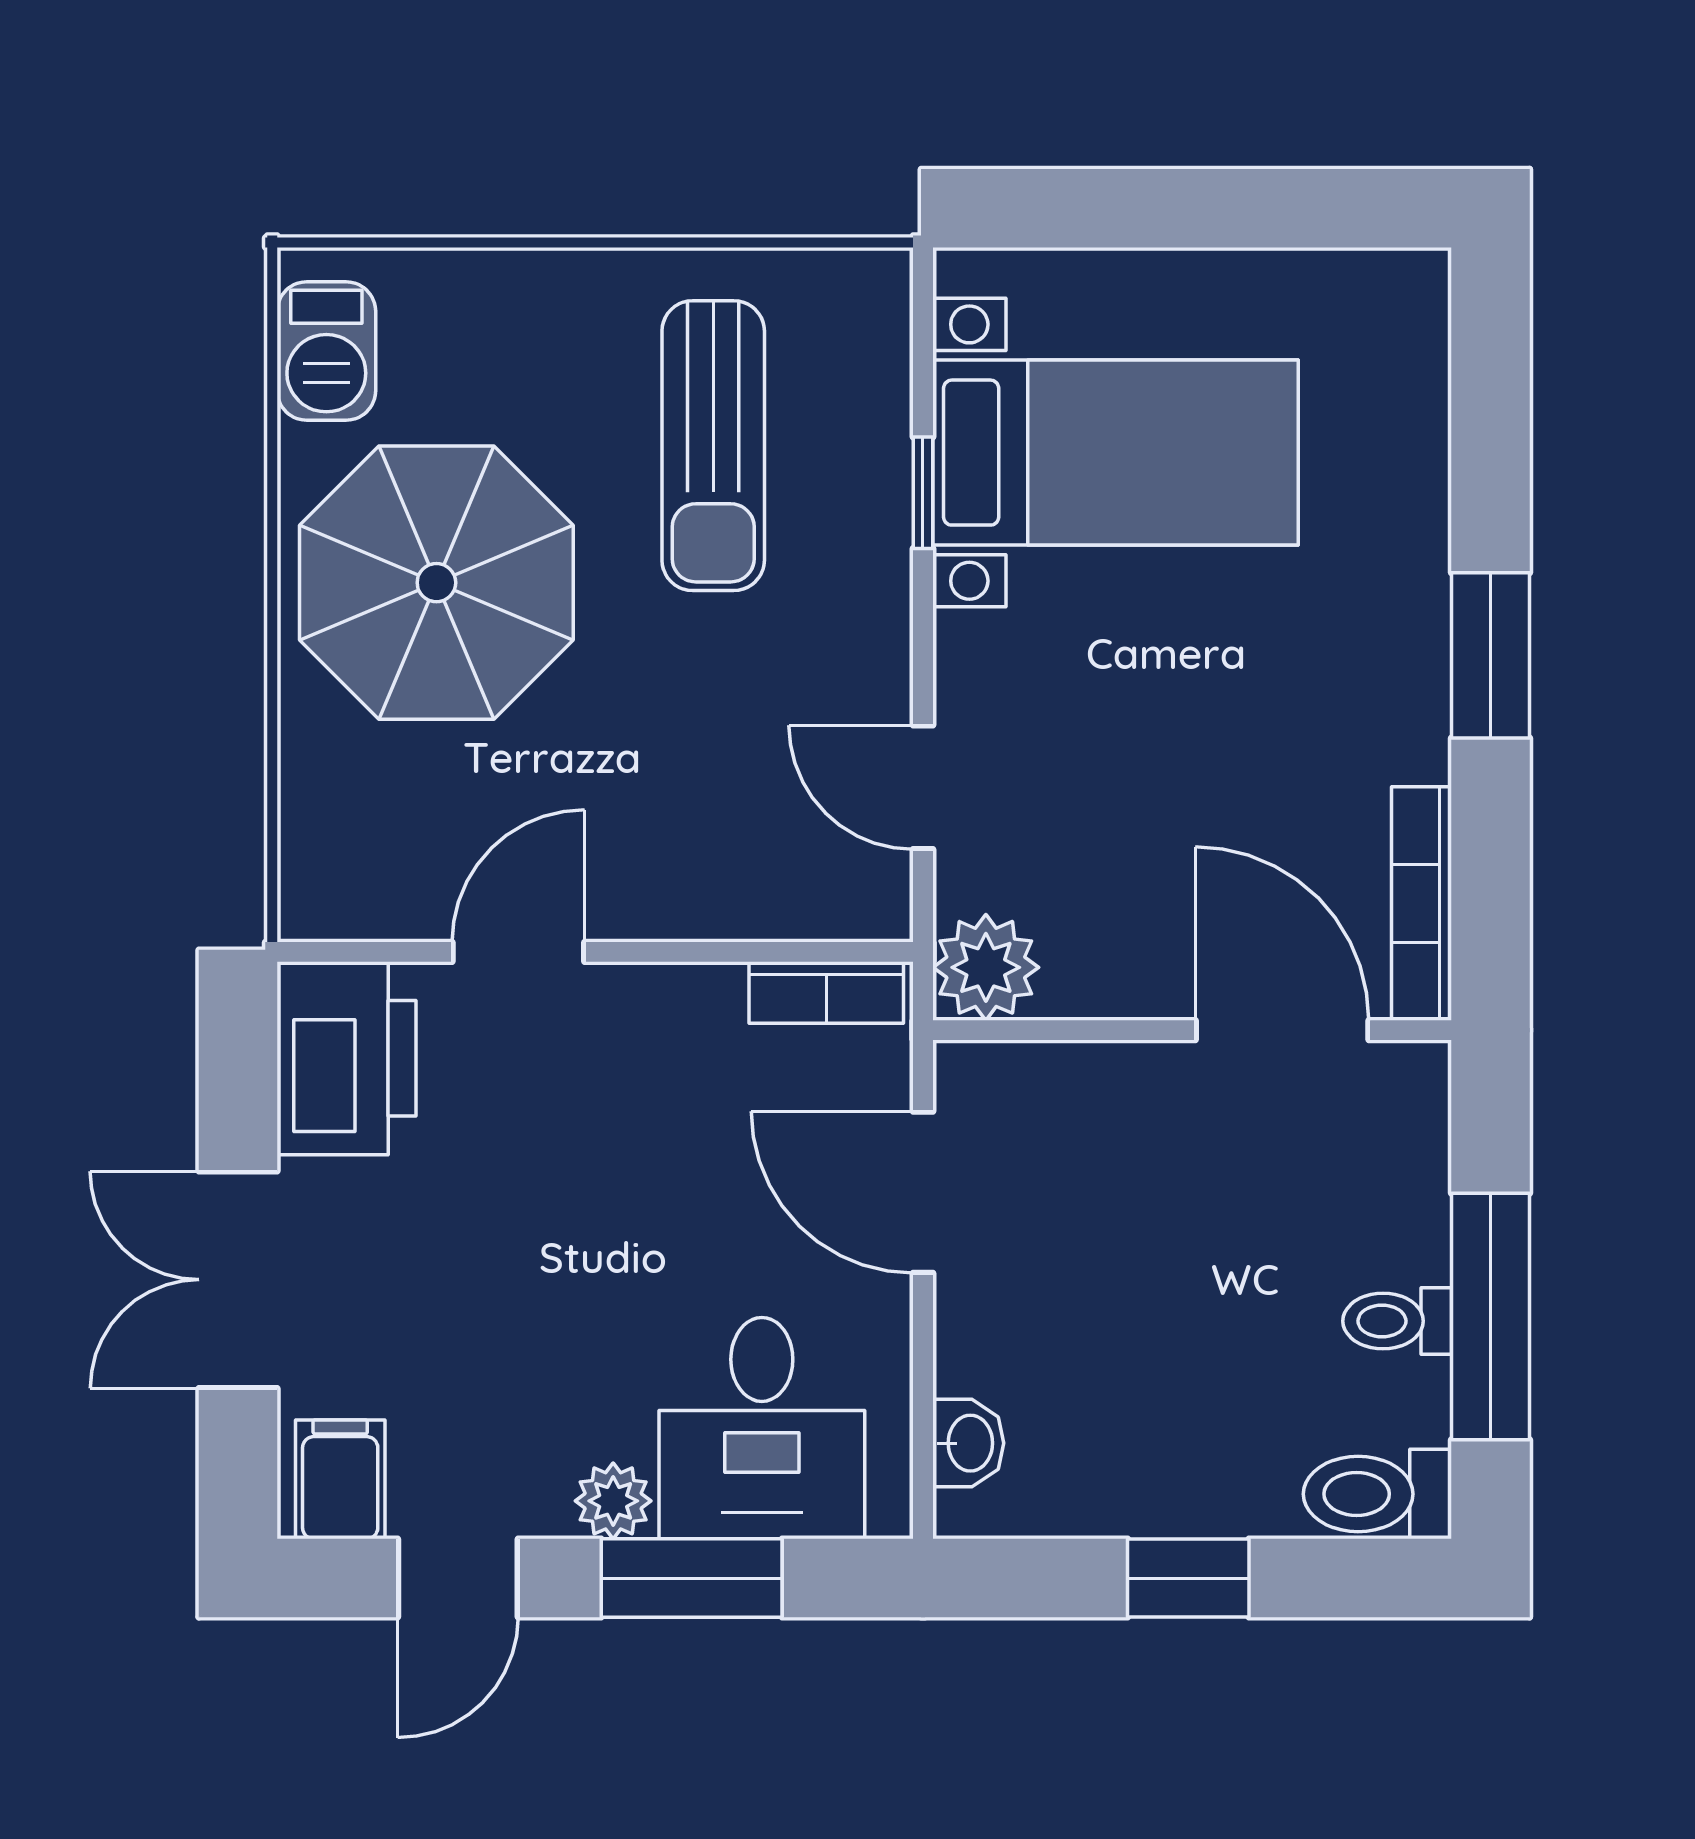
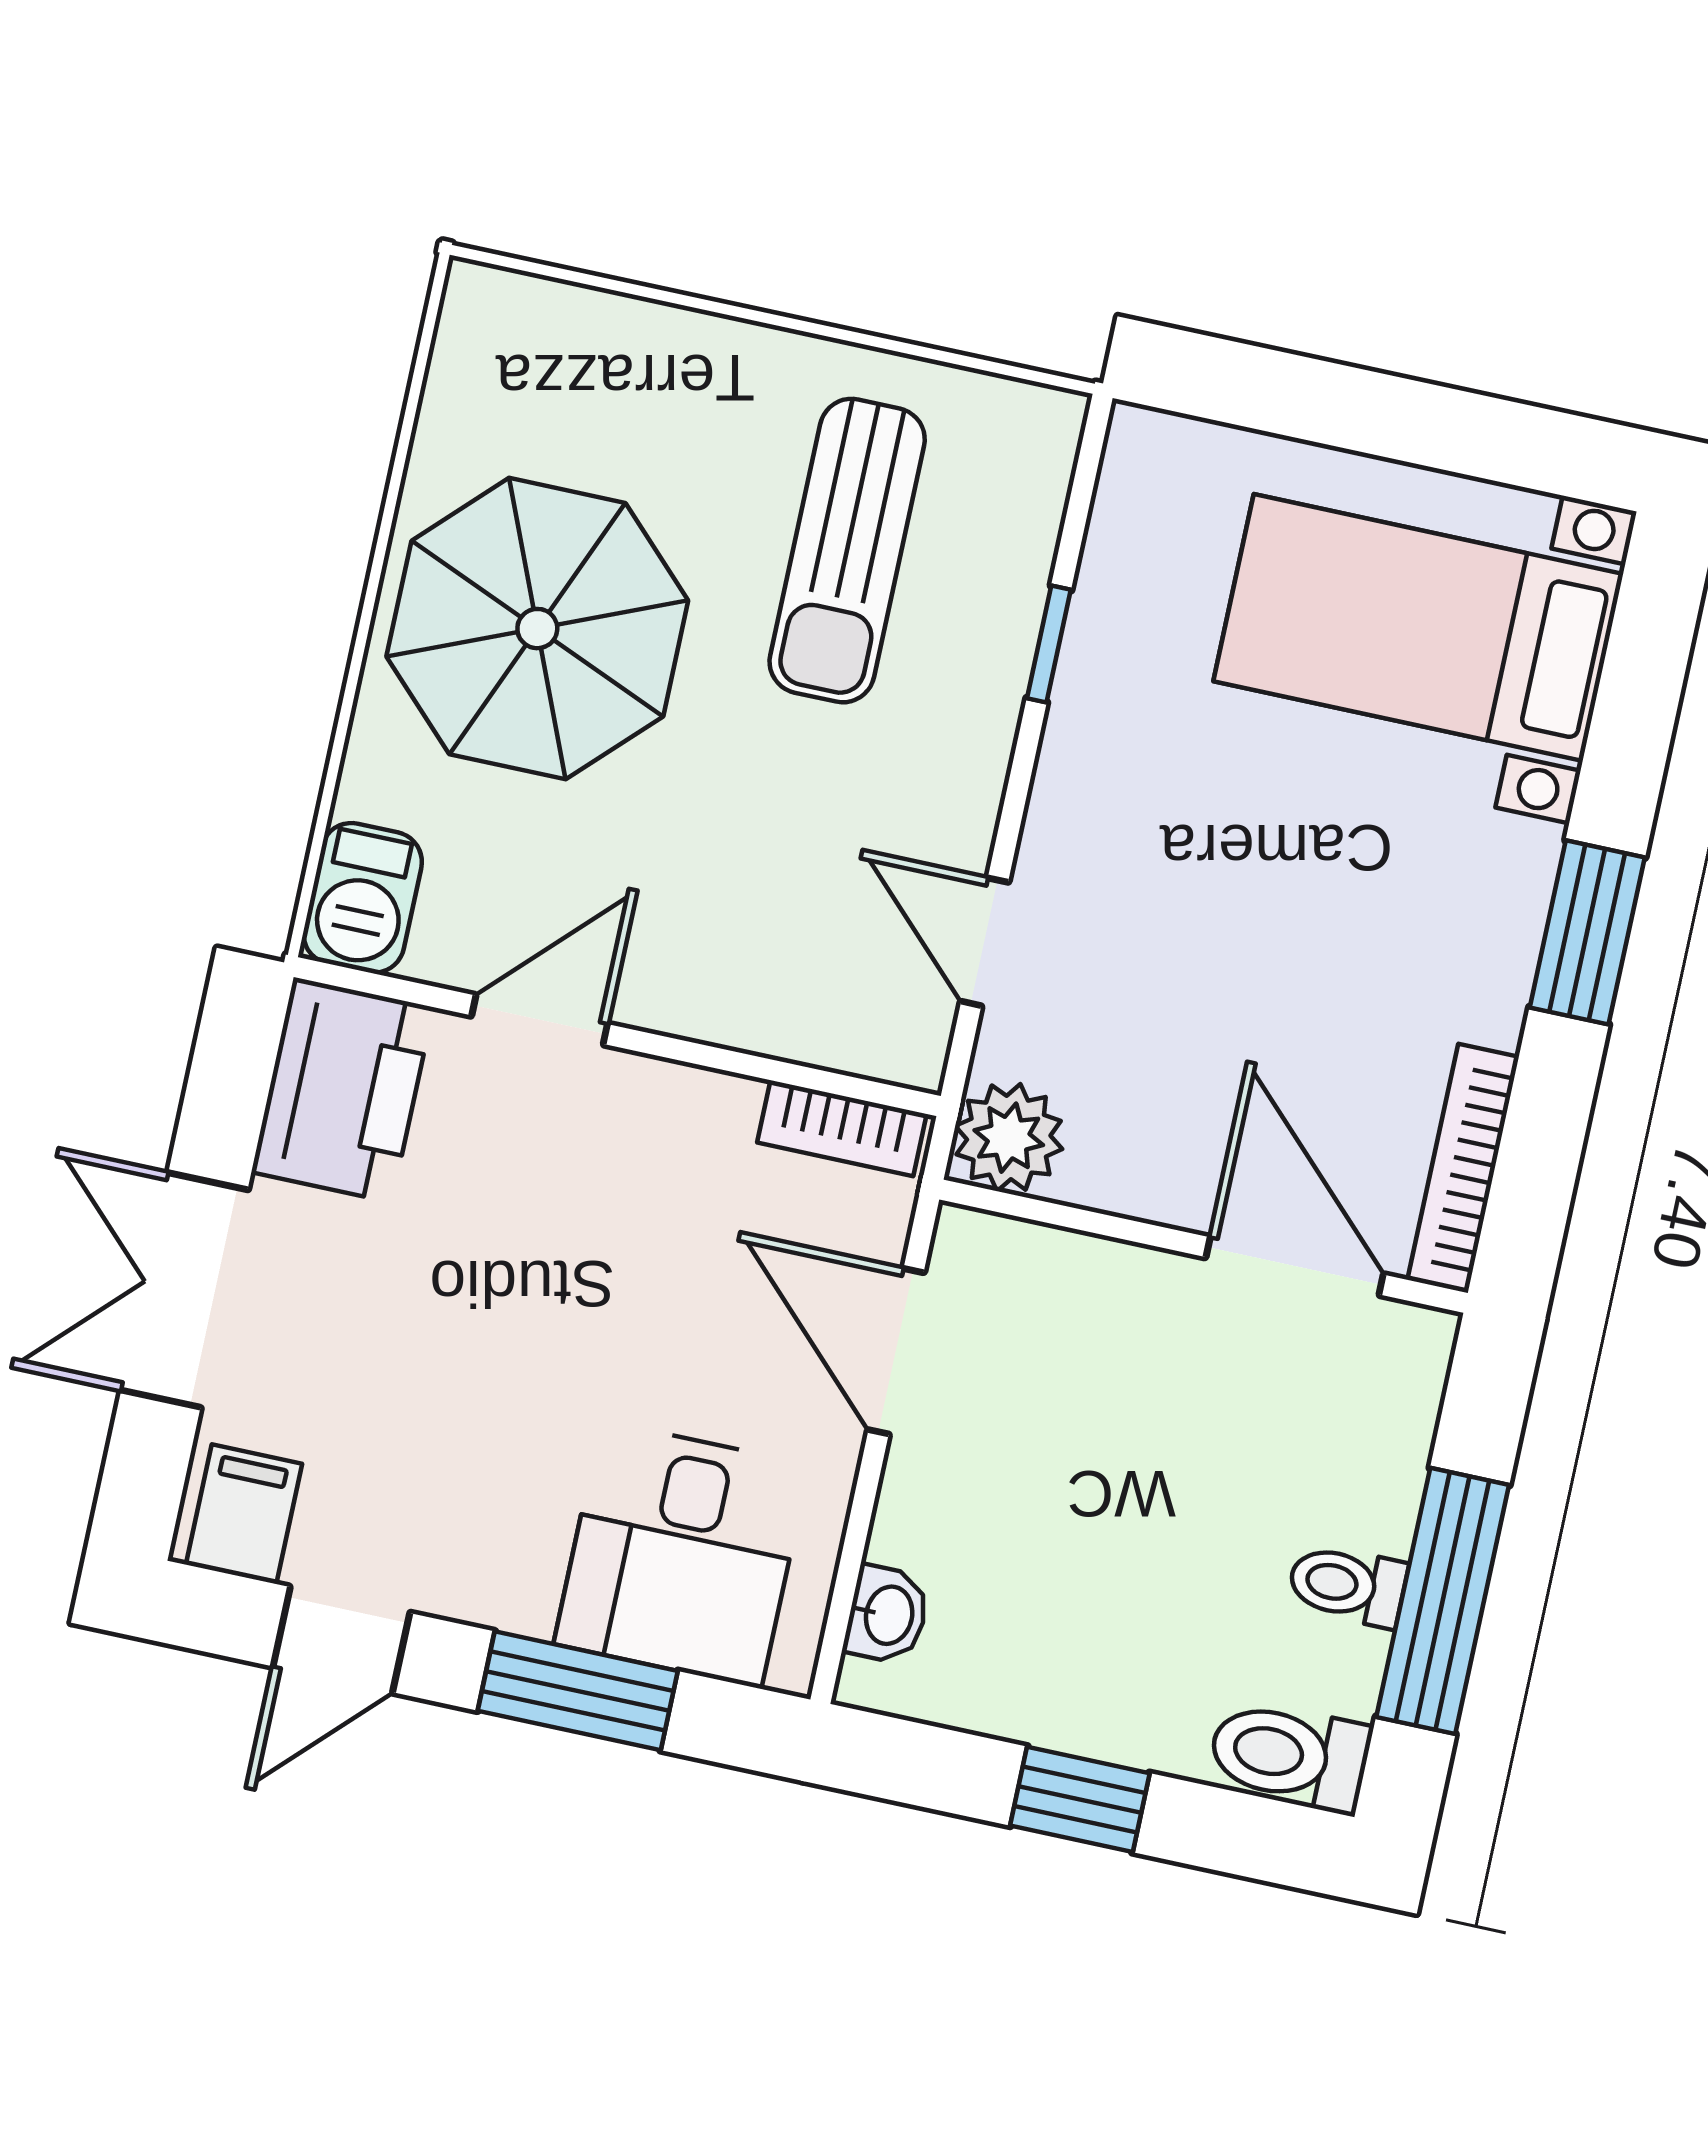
barbecue: (326, 351) -> (363, 898), moved
bed with nightstands: (1115, 453) -> (1418, 628), moved, turned 180
plant: (613, 1501) -> (515, 1596), removed

